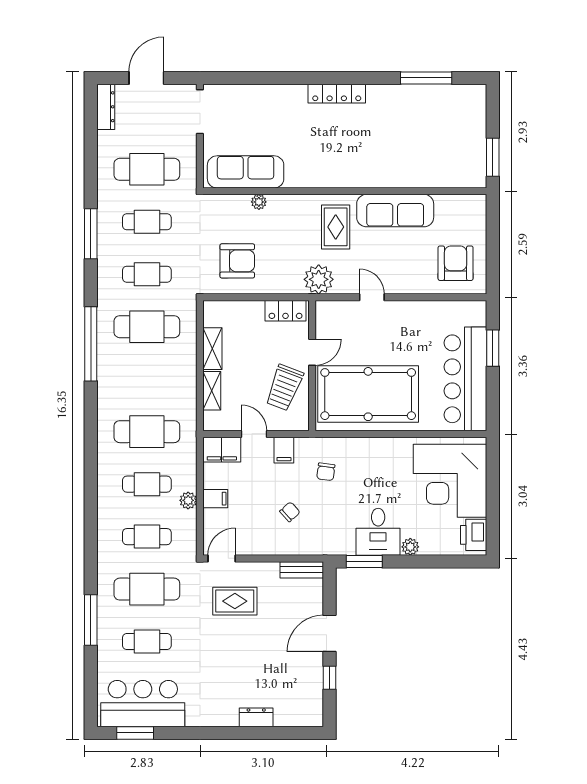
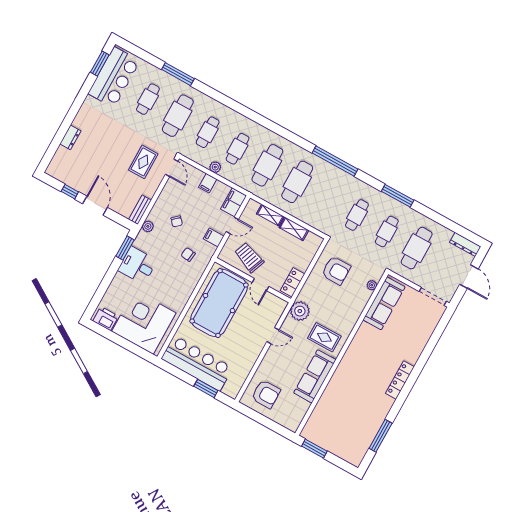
plant: (259, 202) -> (372, 285), moved
armchair: (237, 261) -> (336, 271), turned -90
cafe table: (147, 327) -> (297, 182), moved
plant: (410, 547) -> (148, 226), moved

